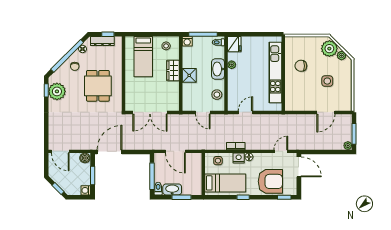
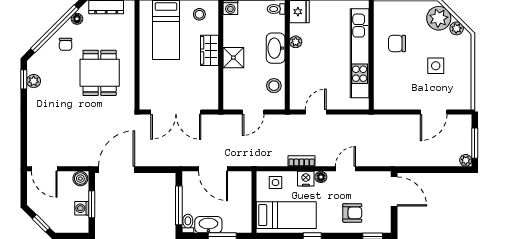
plant: (57, 91) -> (34, 81), width x0.53, depth x0.53
door: (203, 112) -> (253, 112), hinge flipped
door: (281, 151) -> (345, 169), moved
armchair: (270, 181) -> (352, 213), width x0.53, depth x0.53
washing machine: (86, 190) -> (82, 208), moved

